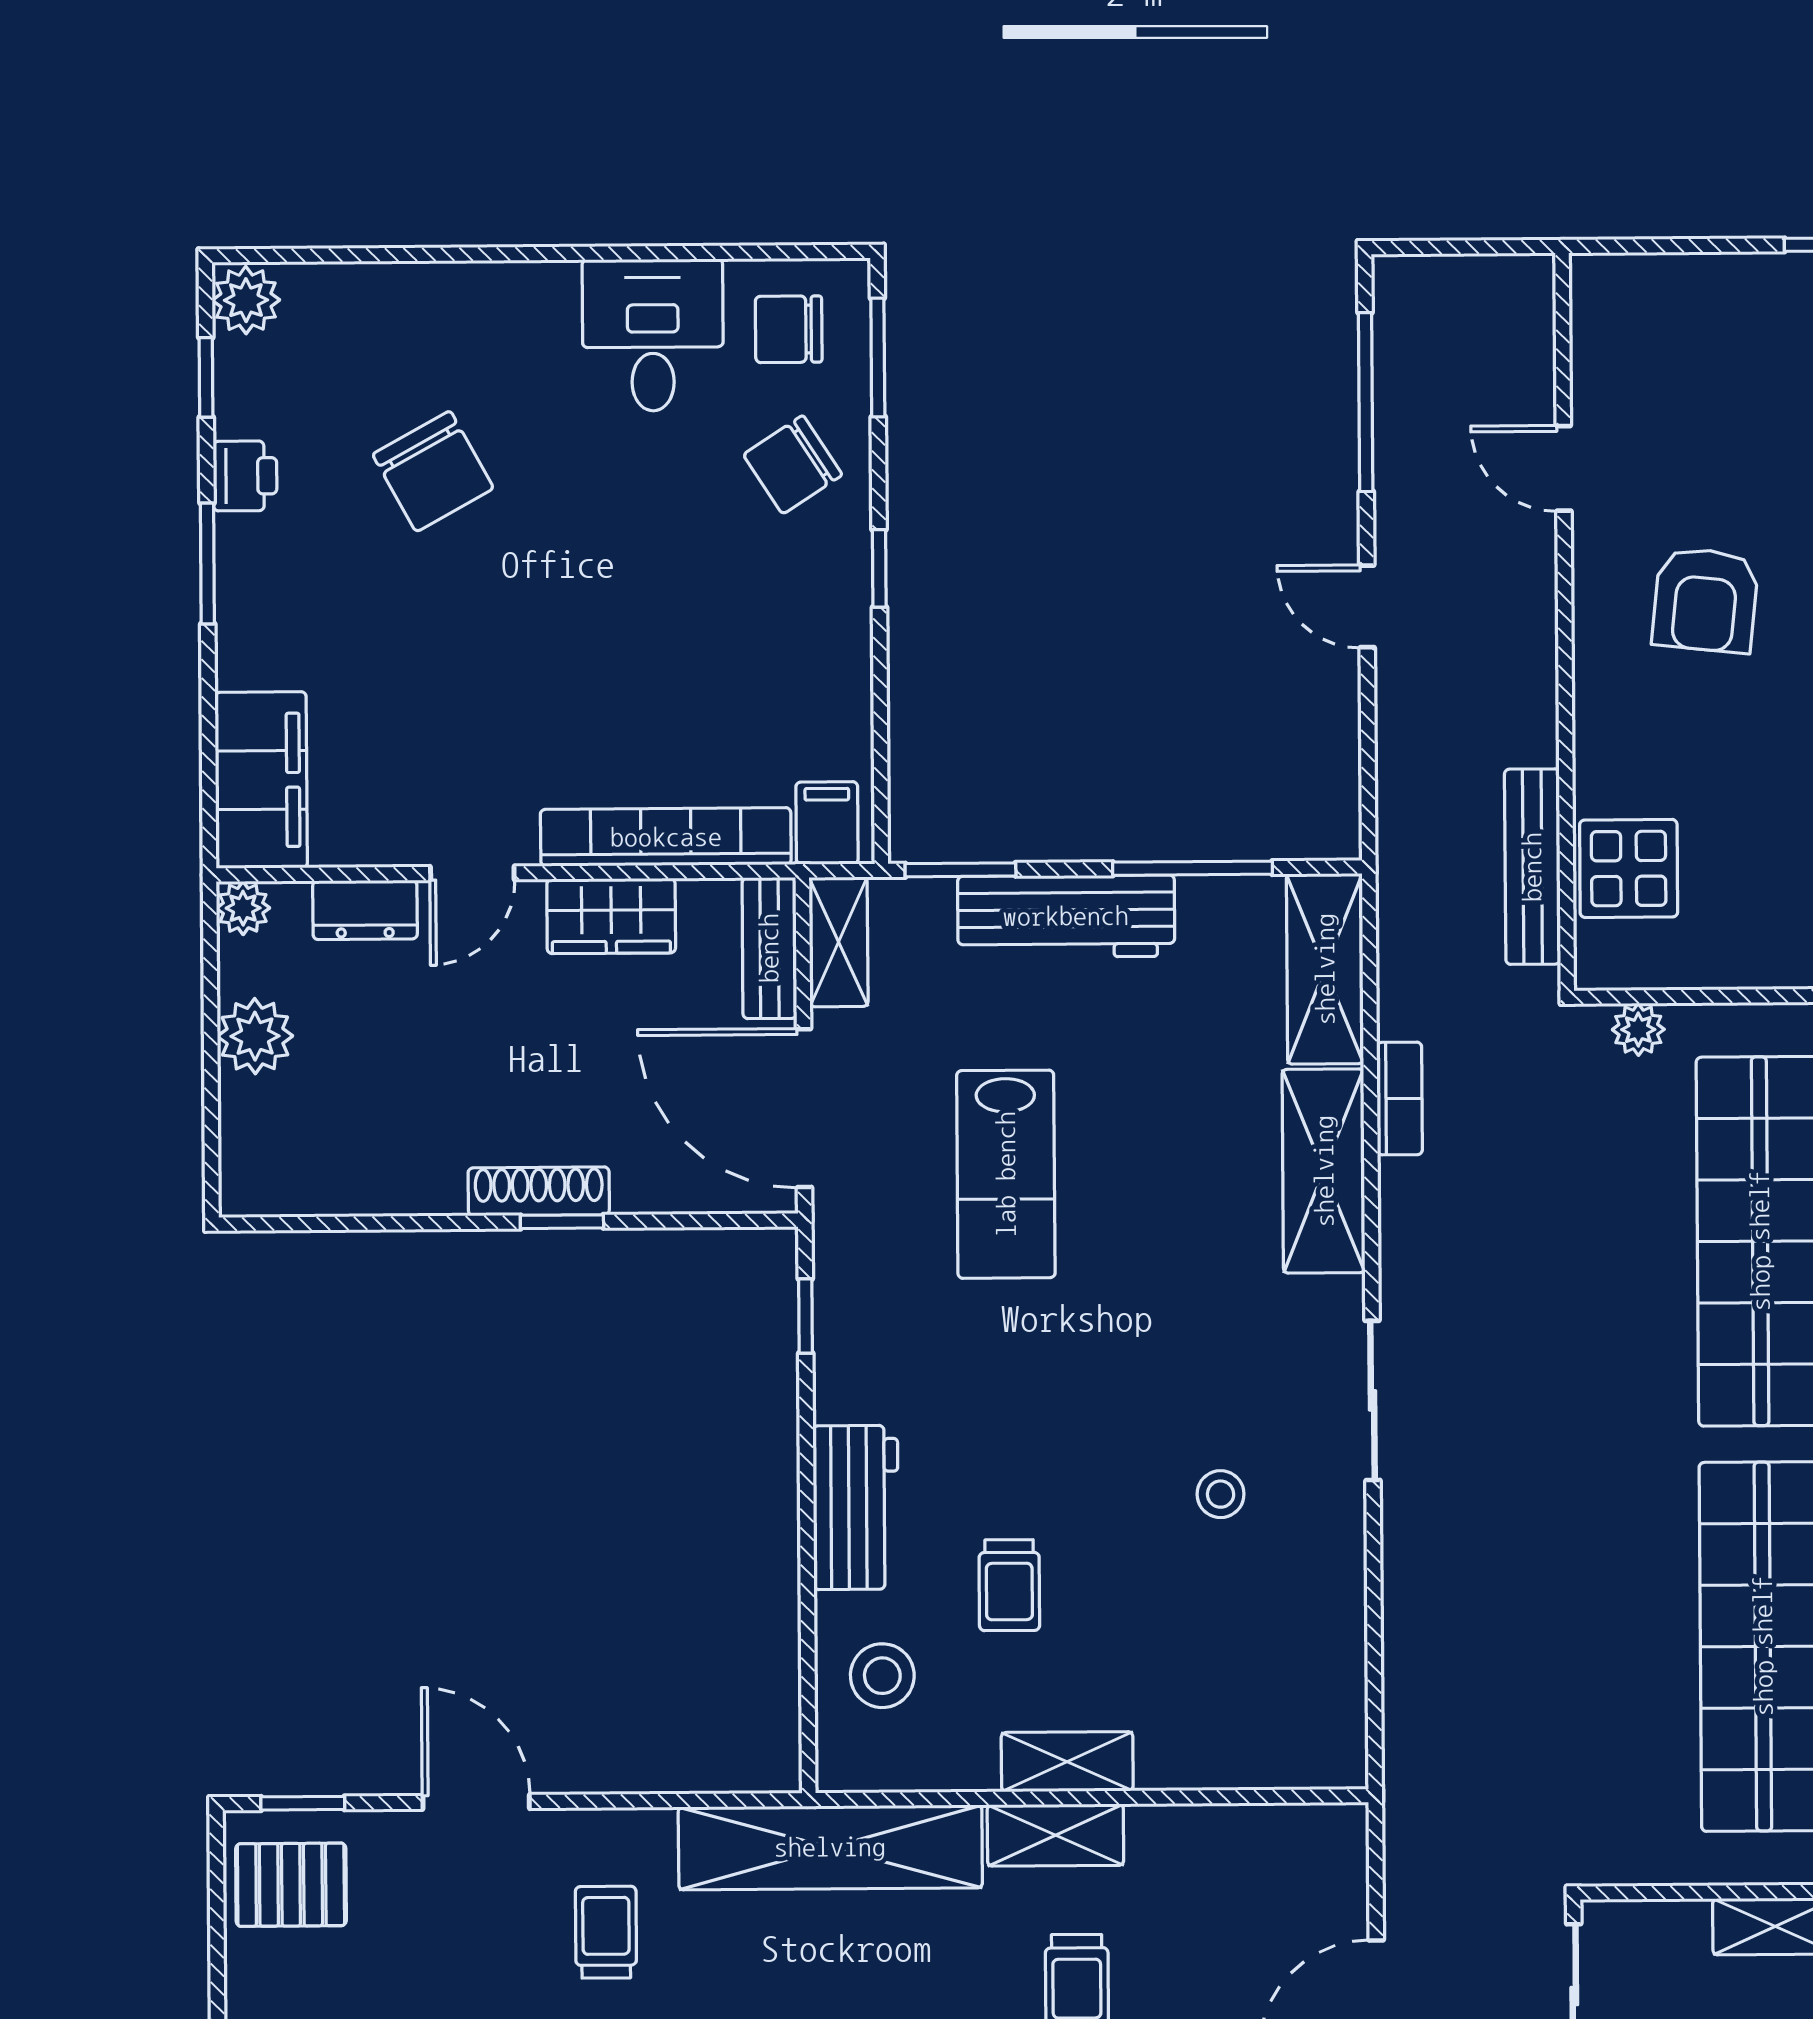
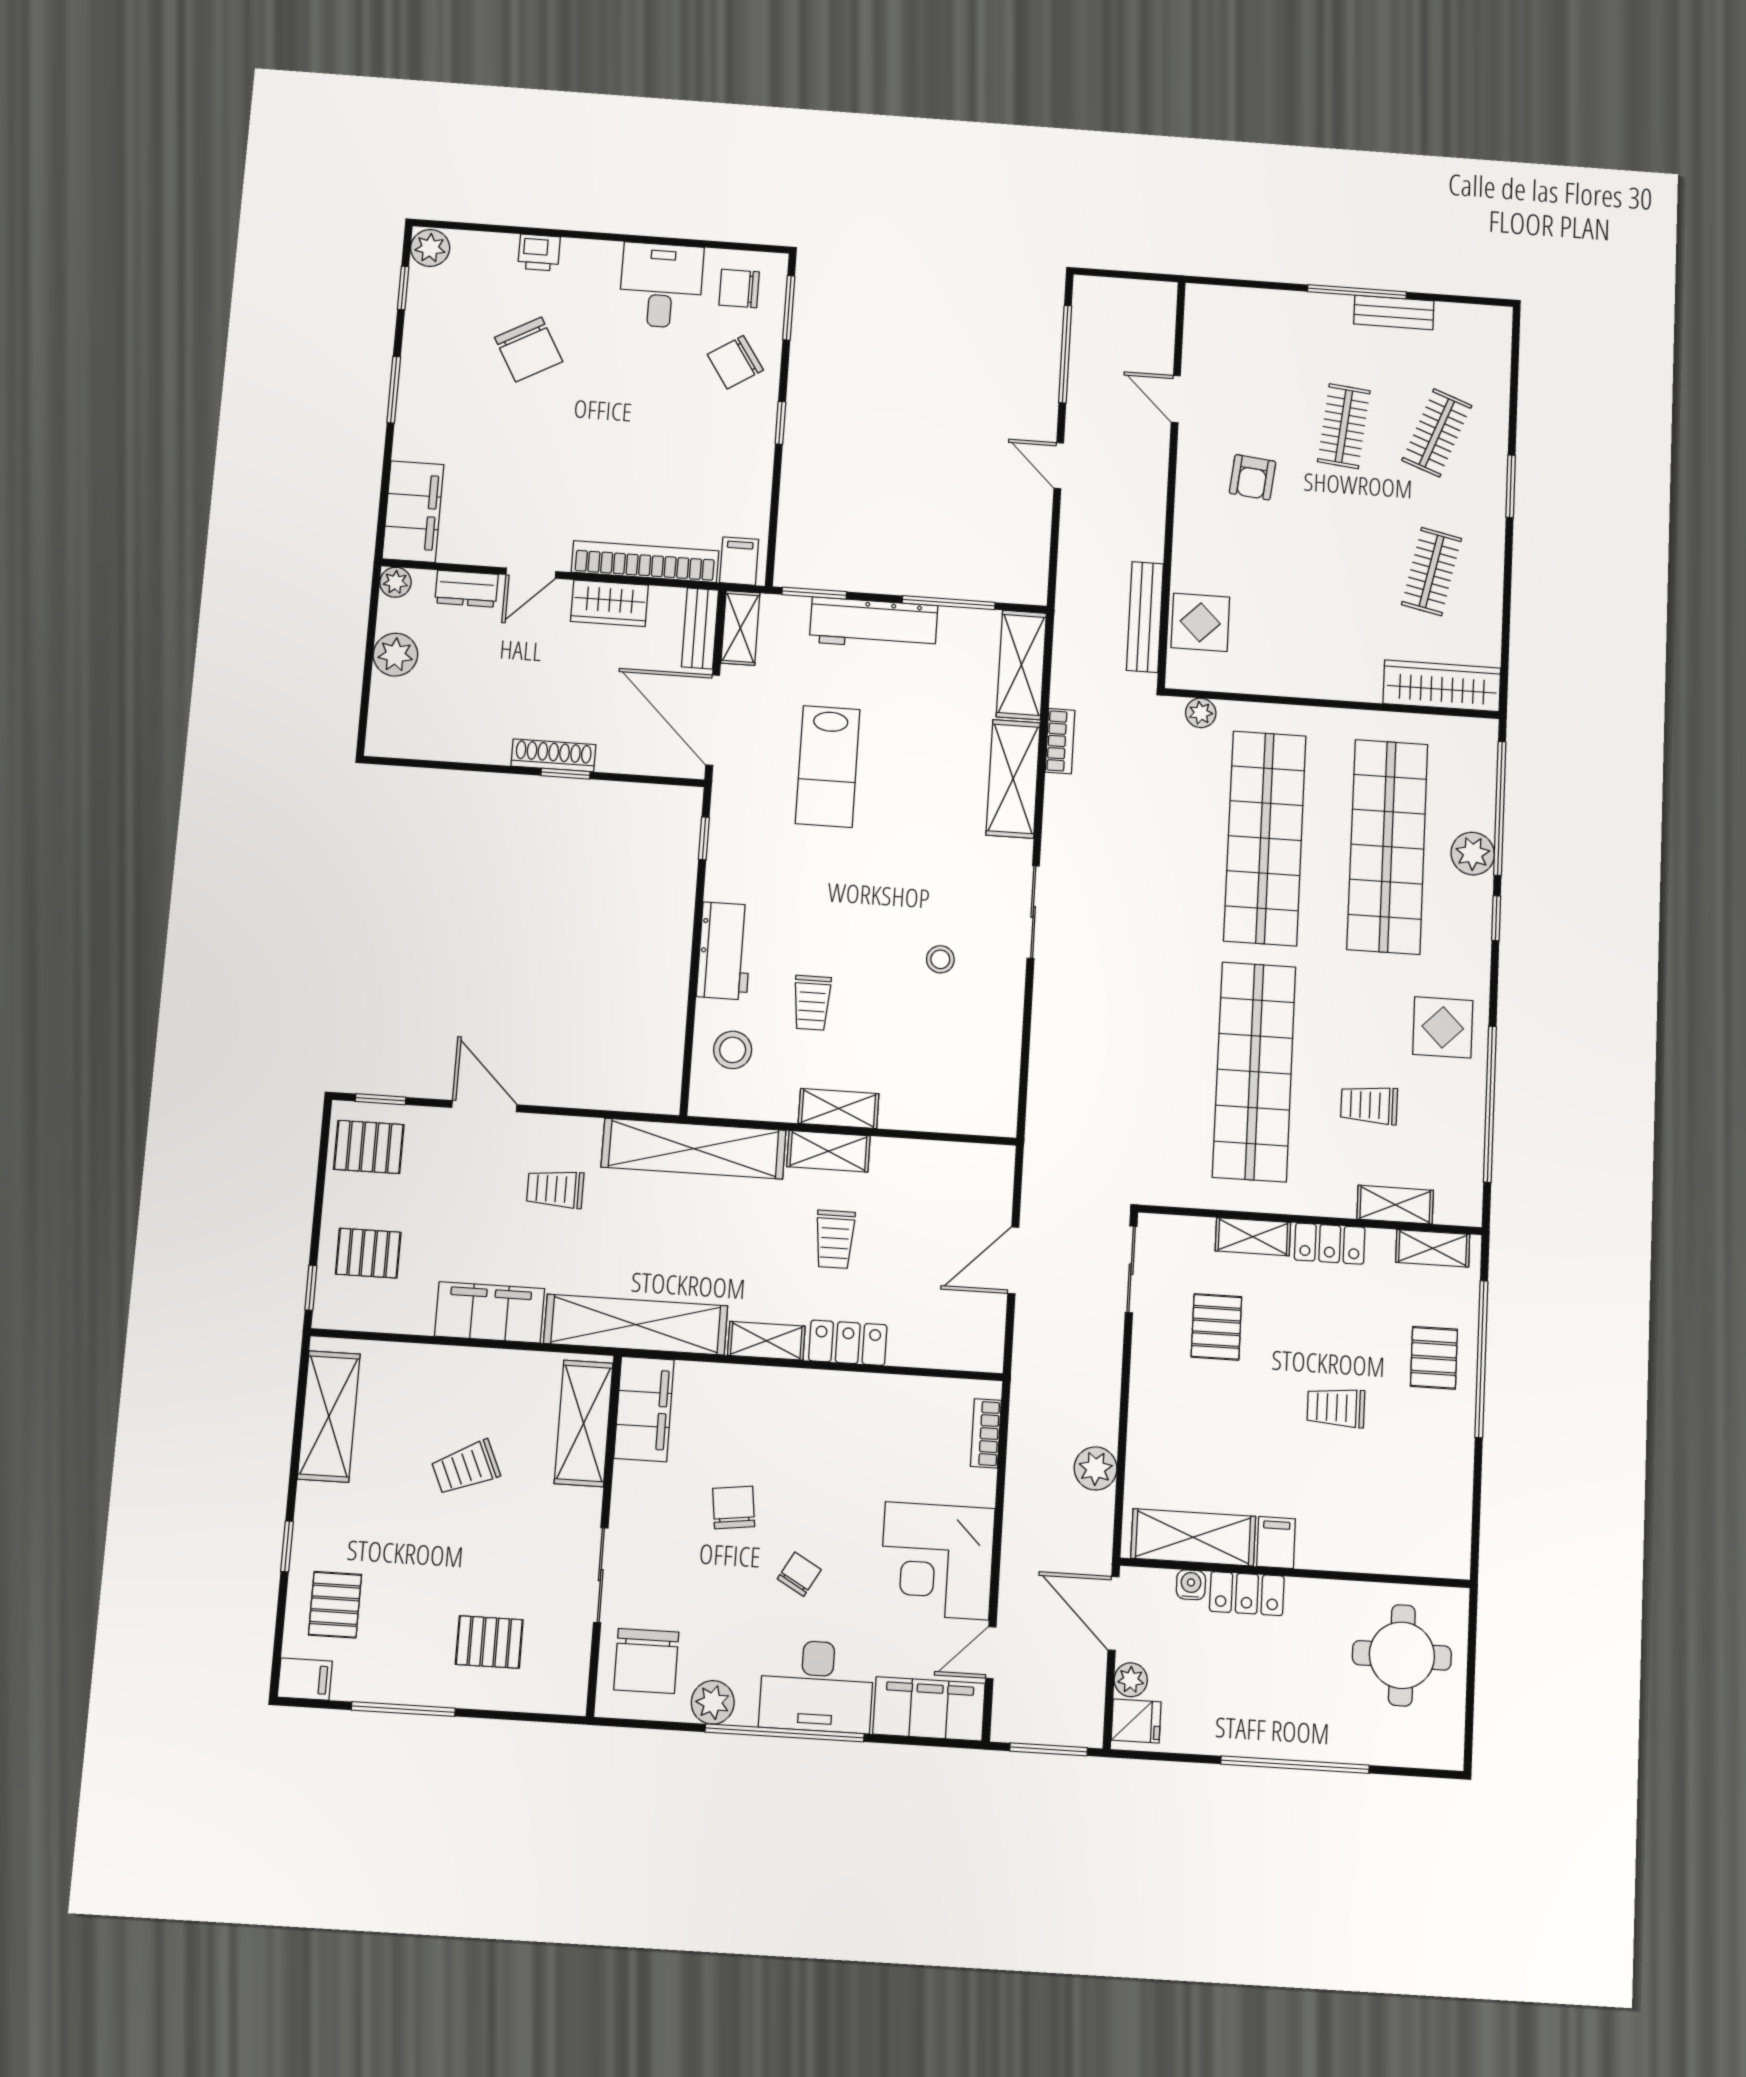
printer: (245, 476) -> (539, 253), moved, turned 90
armchair: (1705, 600) -> (1252, 477), width x0.72, depth x0.72
trolley: (606, 1932) -> (555, 1189), turned -90

